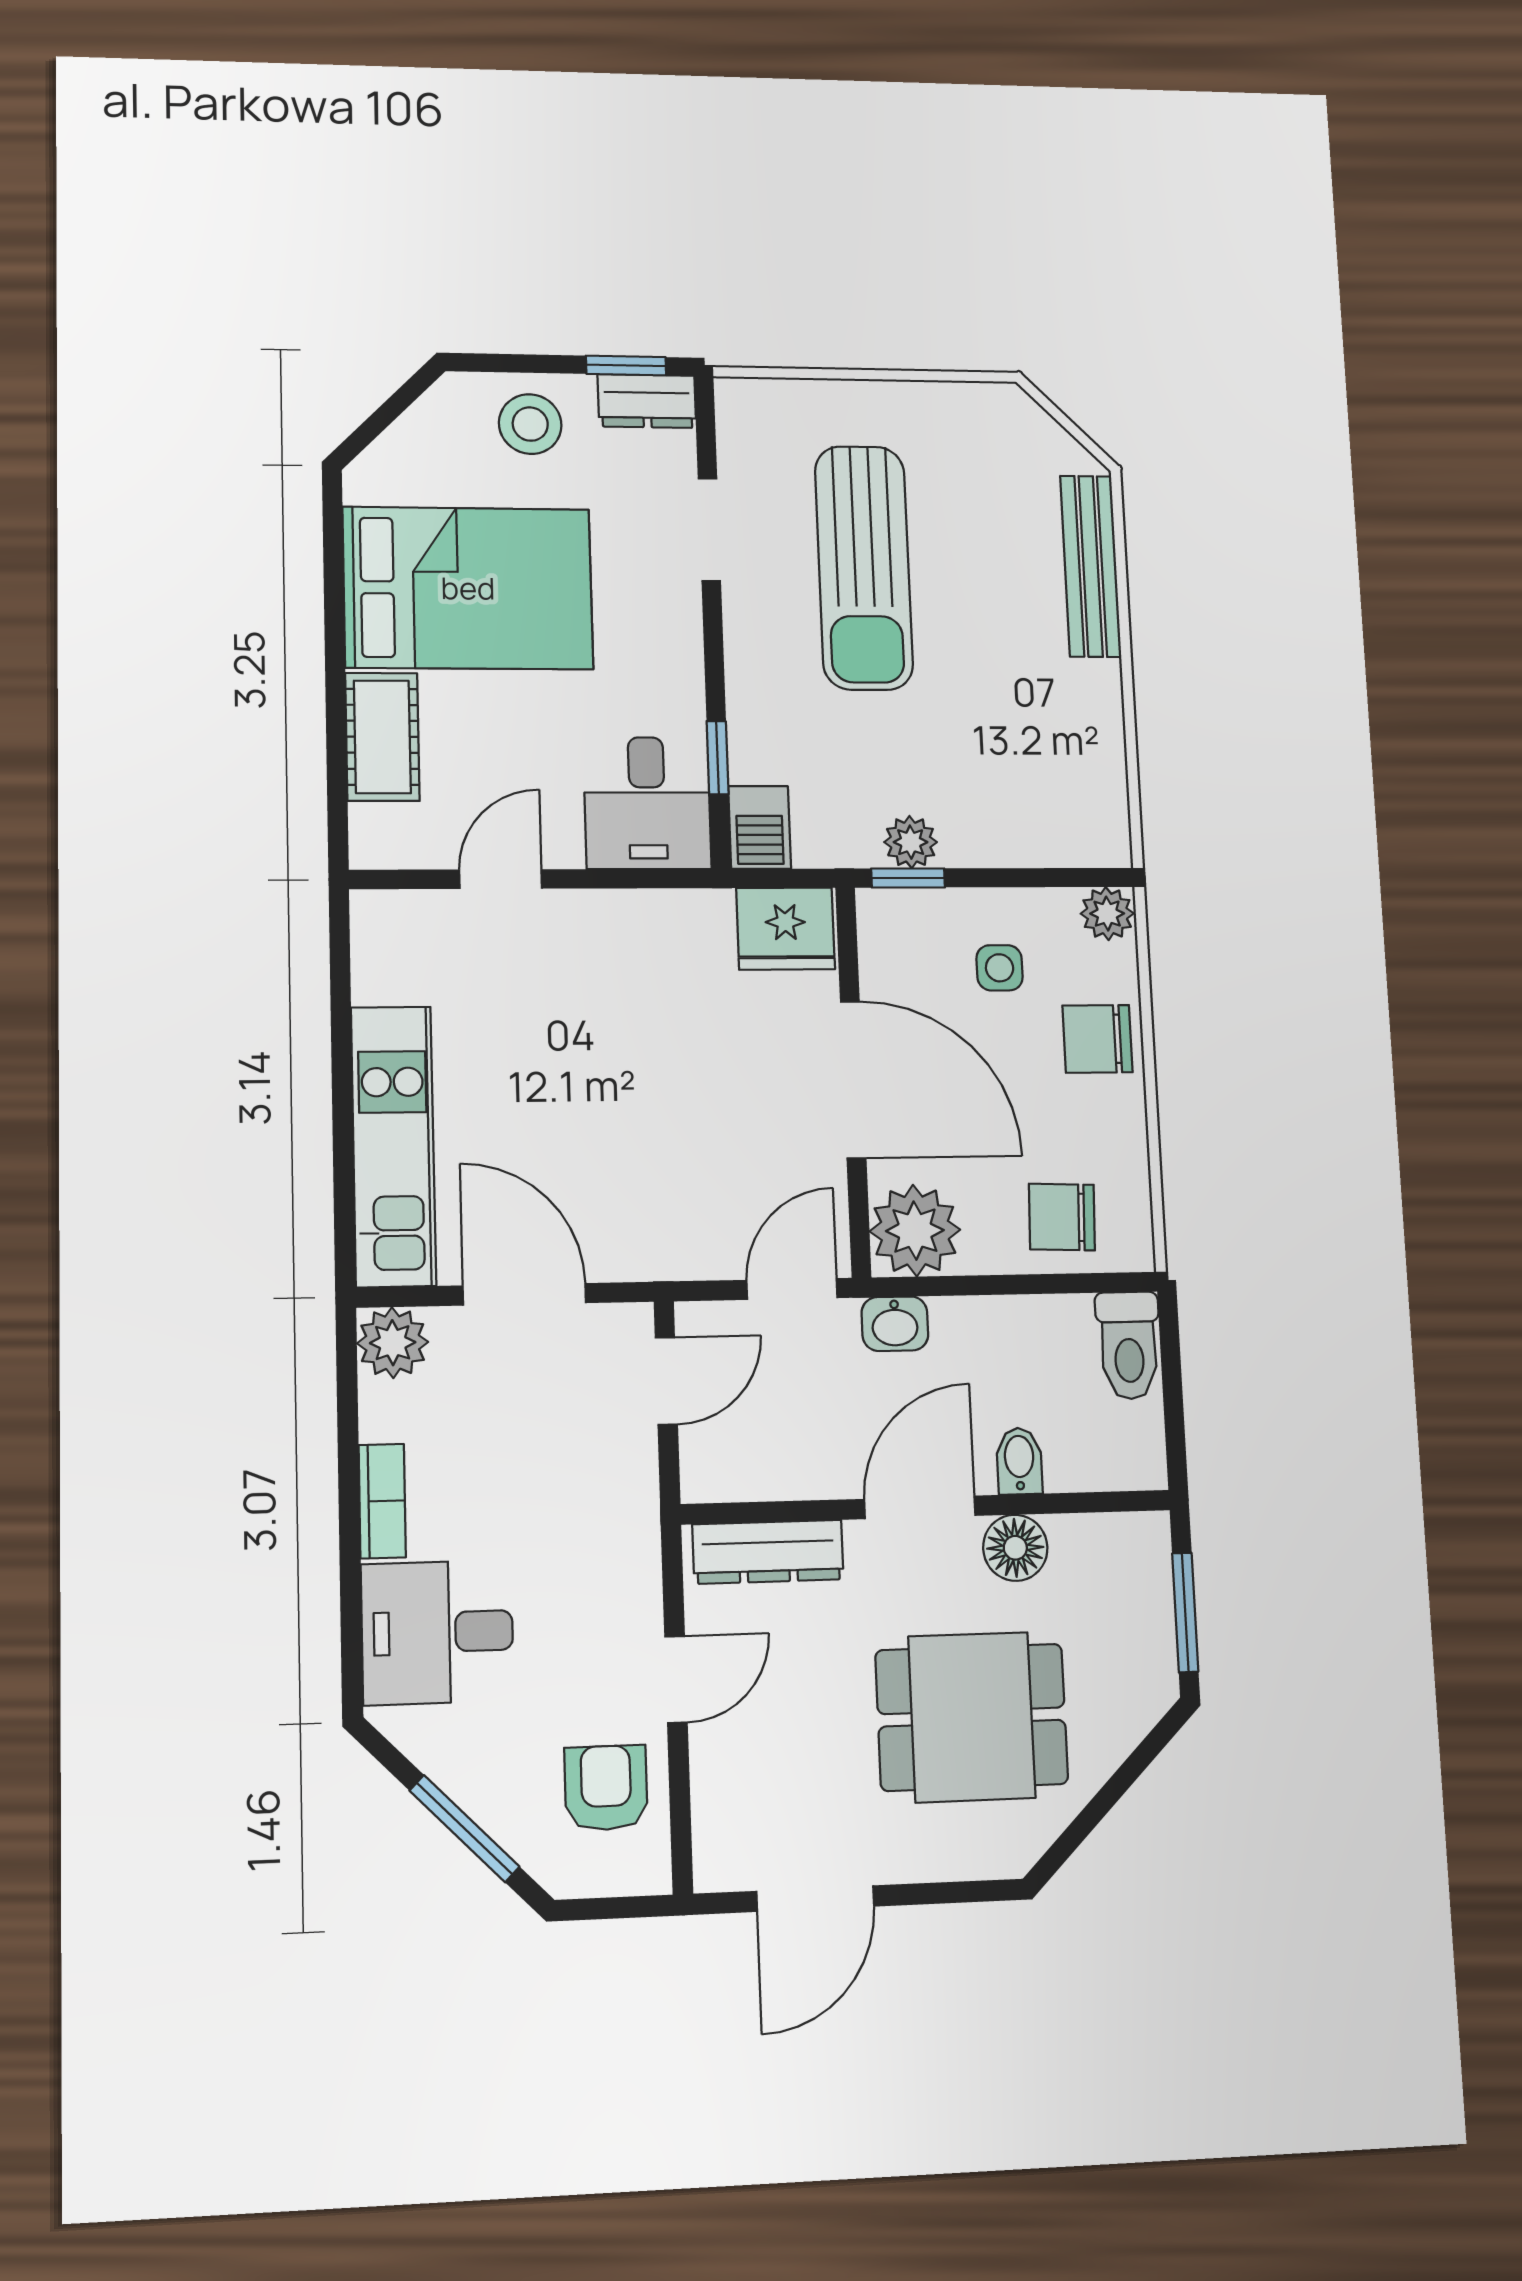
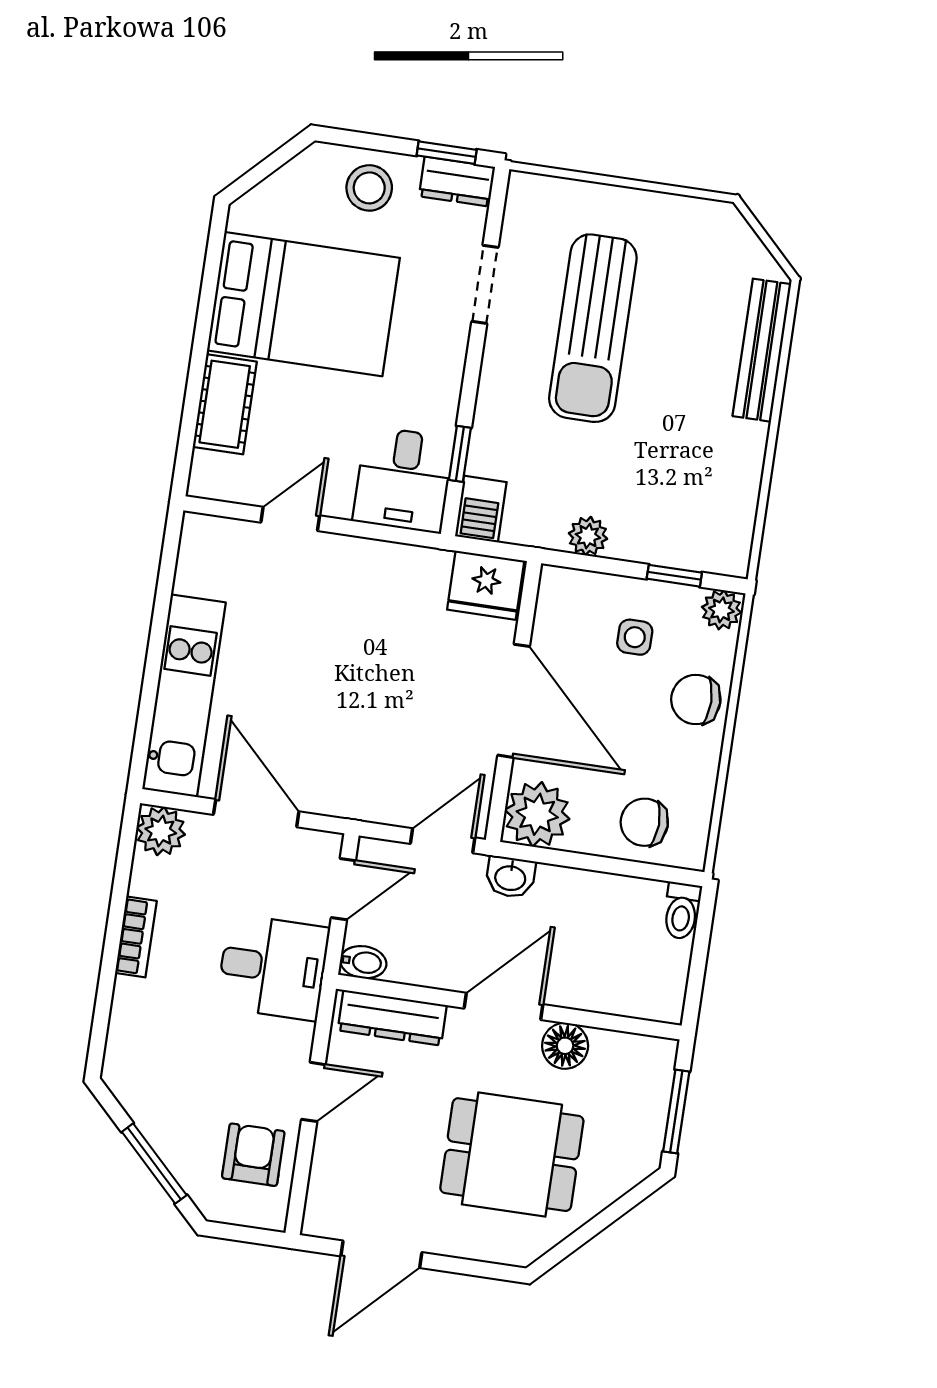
window: (908, 878) -> (674, 576), moved
toilet: (1129, 1345) -> (682, 911), width x0.73, depth x0.72
bidet: (1019, 1461) -> (363, 962), moved, turned 90
desk: (437, 1632) -> (273, 967), moved, turned 180

